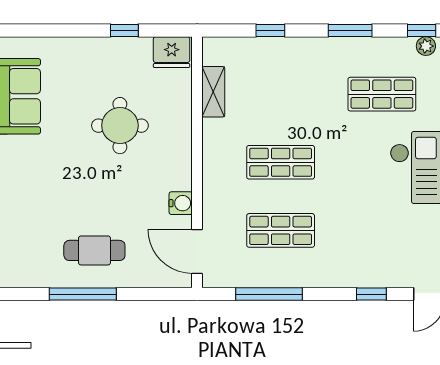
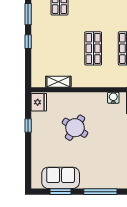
window: (270, 31) -> (28, 42), moved
round table: (120, 126) -> (75, 128), turned 33

